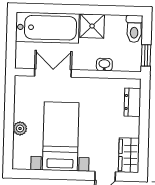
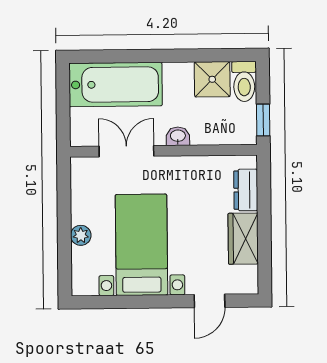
shower: (92, 26) -> (212, 79), moved
washbasin: (104, 65) -> (178, 136), moved
wardrobe: (129, 155) -> (243, 239), moved

